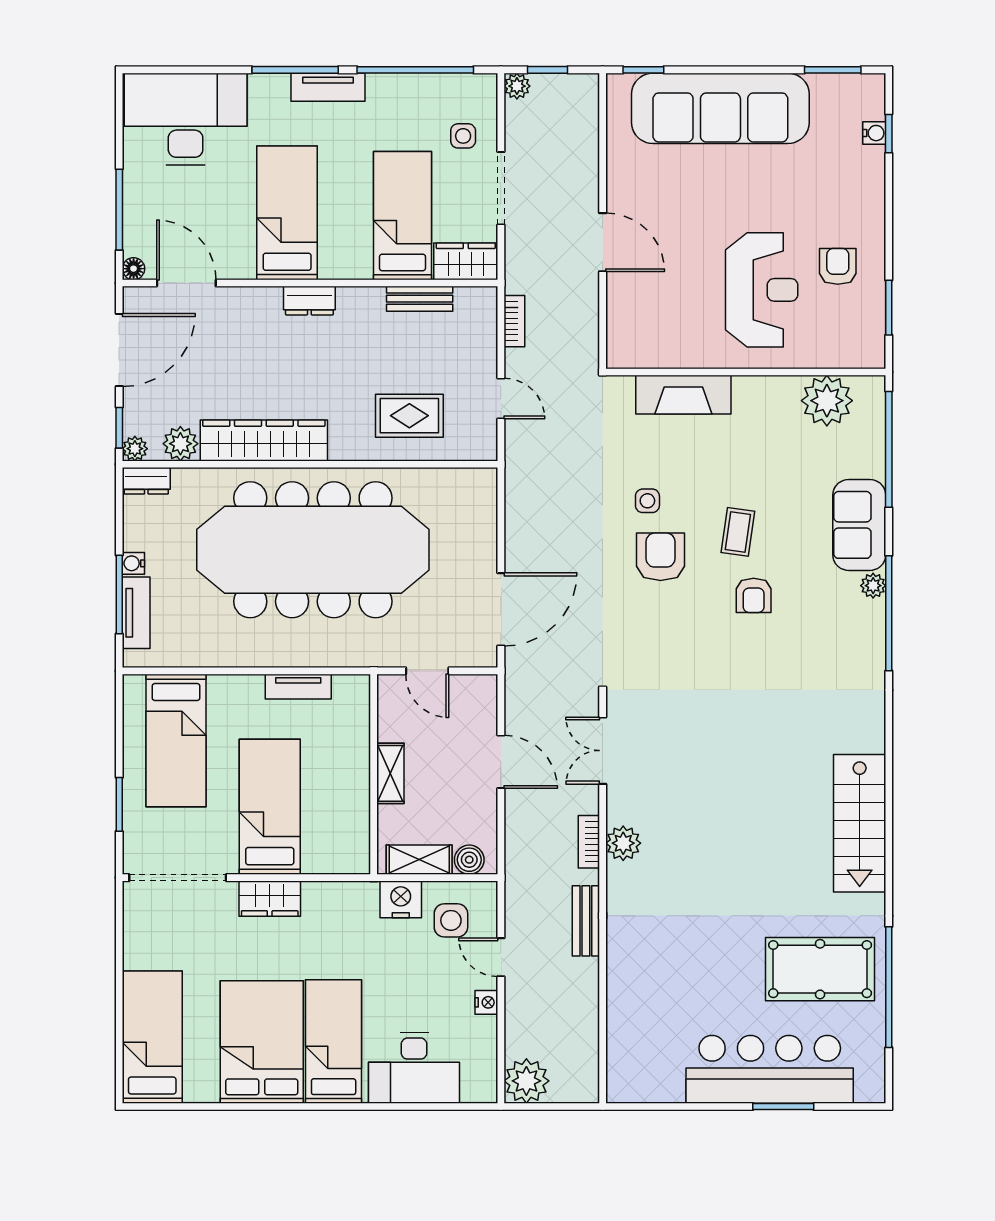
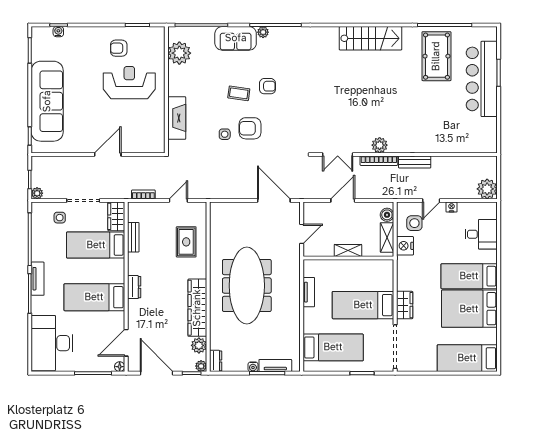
meeting table: (313, 550) -> (247, 286), width x0.73, depth x0.79
bookcase: (589, 842) -> (379, 161), width x1.56
desk: (414, 1068) -> (481, 234), width x0.73

